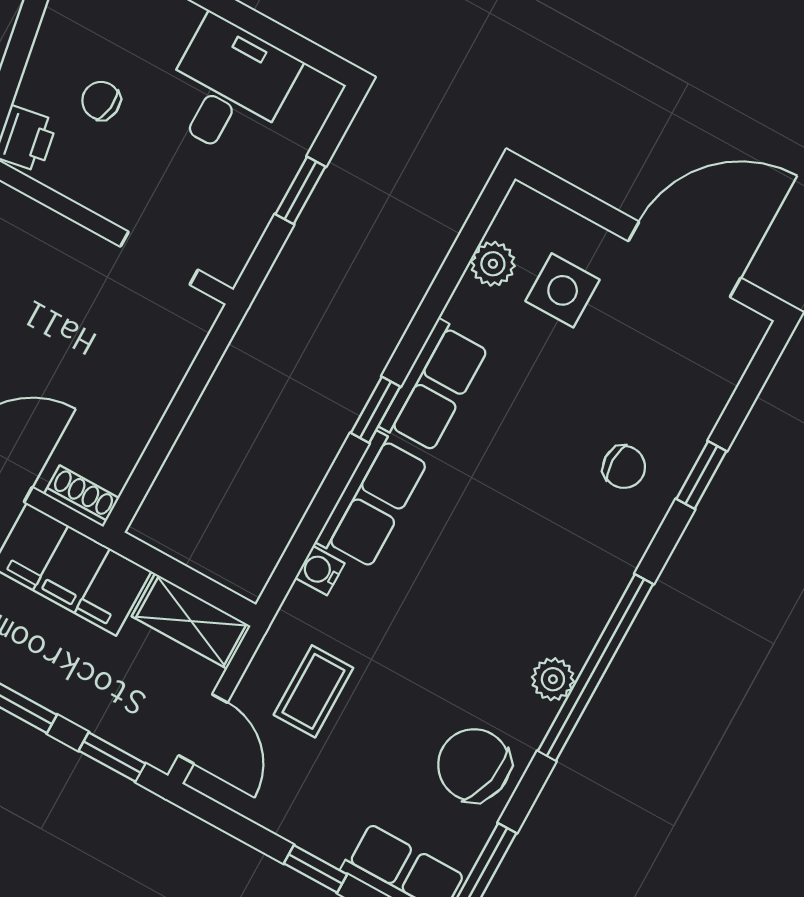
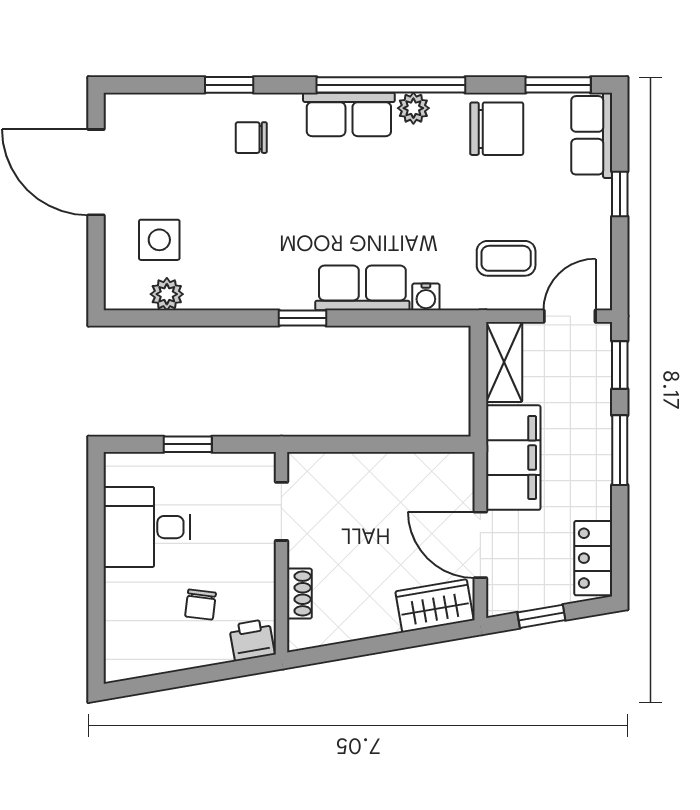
row of seats: (434, 386) -> (349, 114), moved, turned 180
chair: (624, 467) -> (251, 138), turned -90
shoe rack: (82, 496) -> (299, 594), moved, turned 180
chair: (474, 765) -> (497, 129), turned -102

